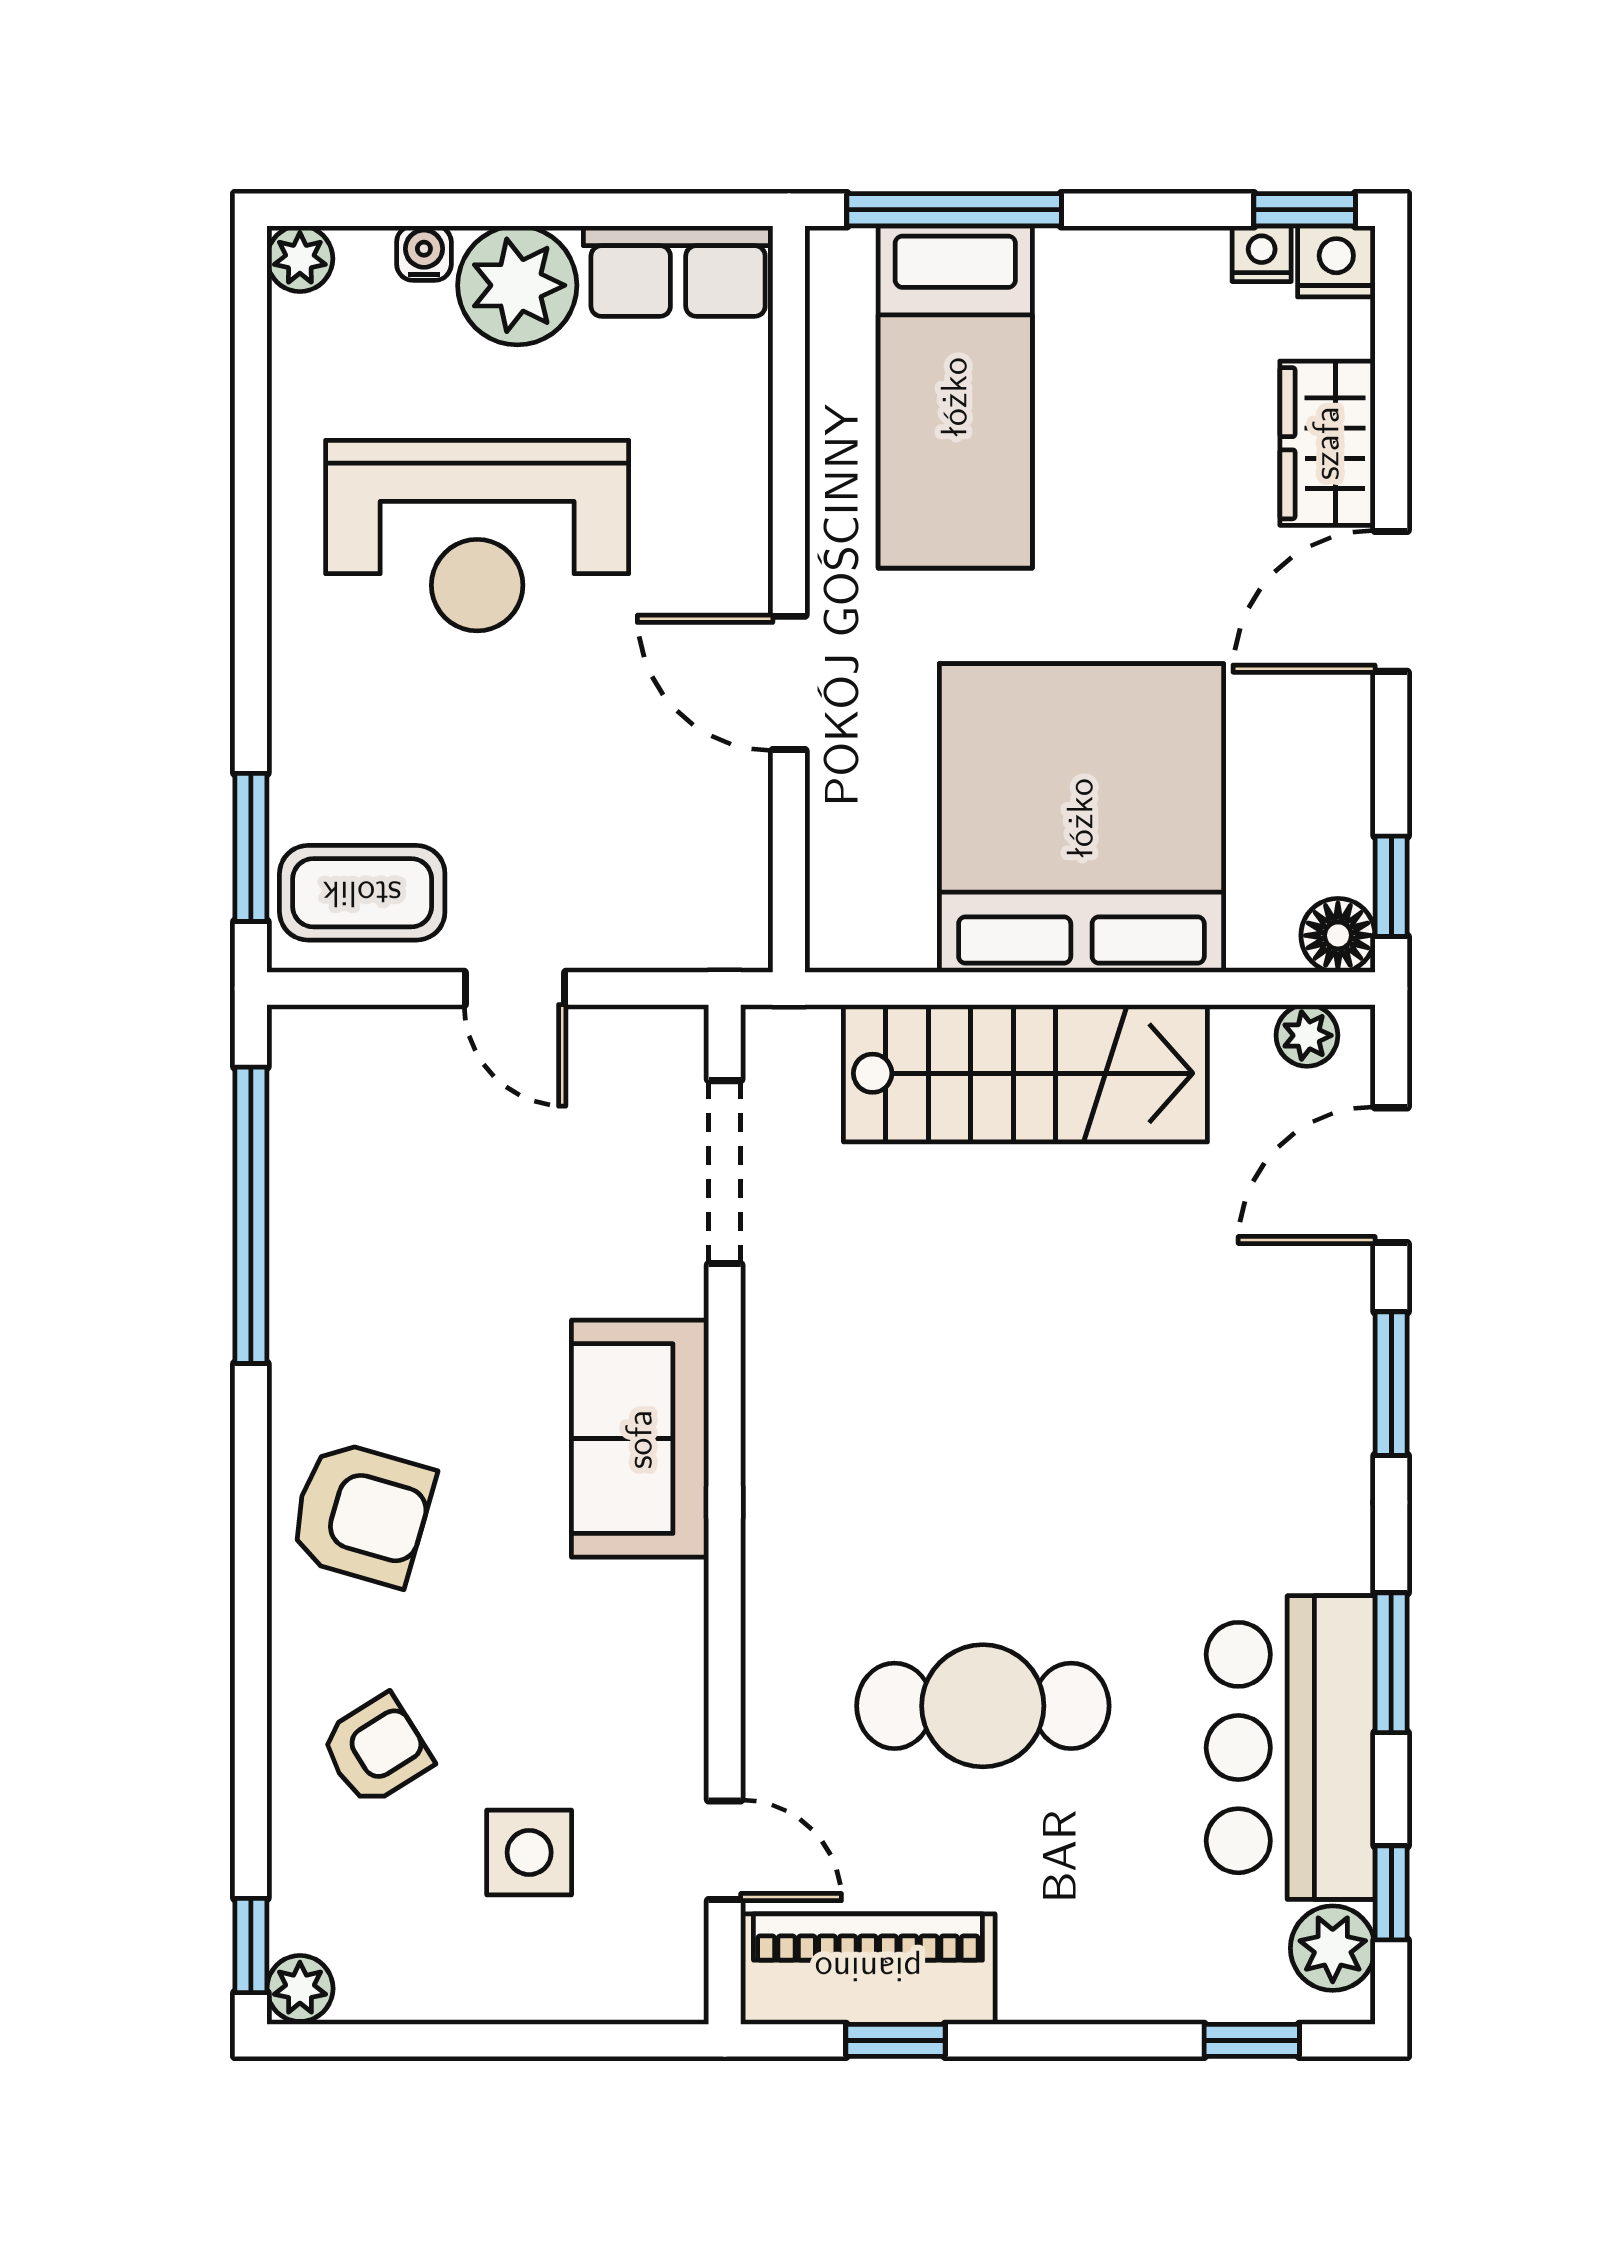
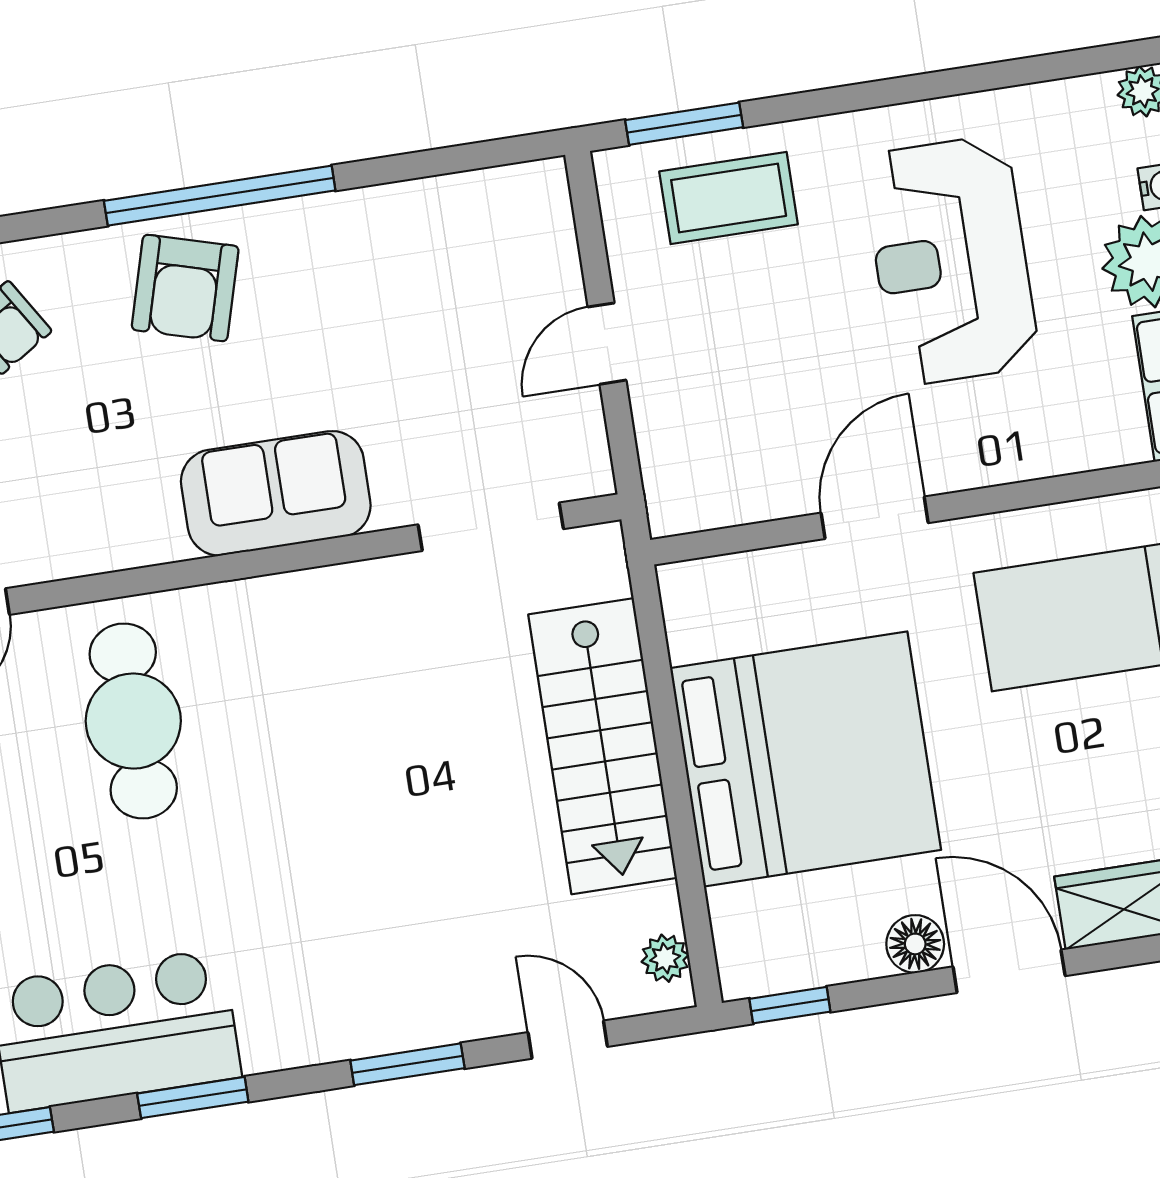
coffee table: (362, 893) -> (729, 198), moved, turned 90
floor lamp: (1338, 935) -> (915, 944), moved
door: (1391, 1175) -> (568, 1040), width x0.73
window: (251, 1215) -> (220, 196), moved
cafe table: (983, 1706) -> (133, 721), moved

